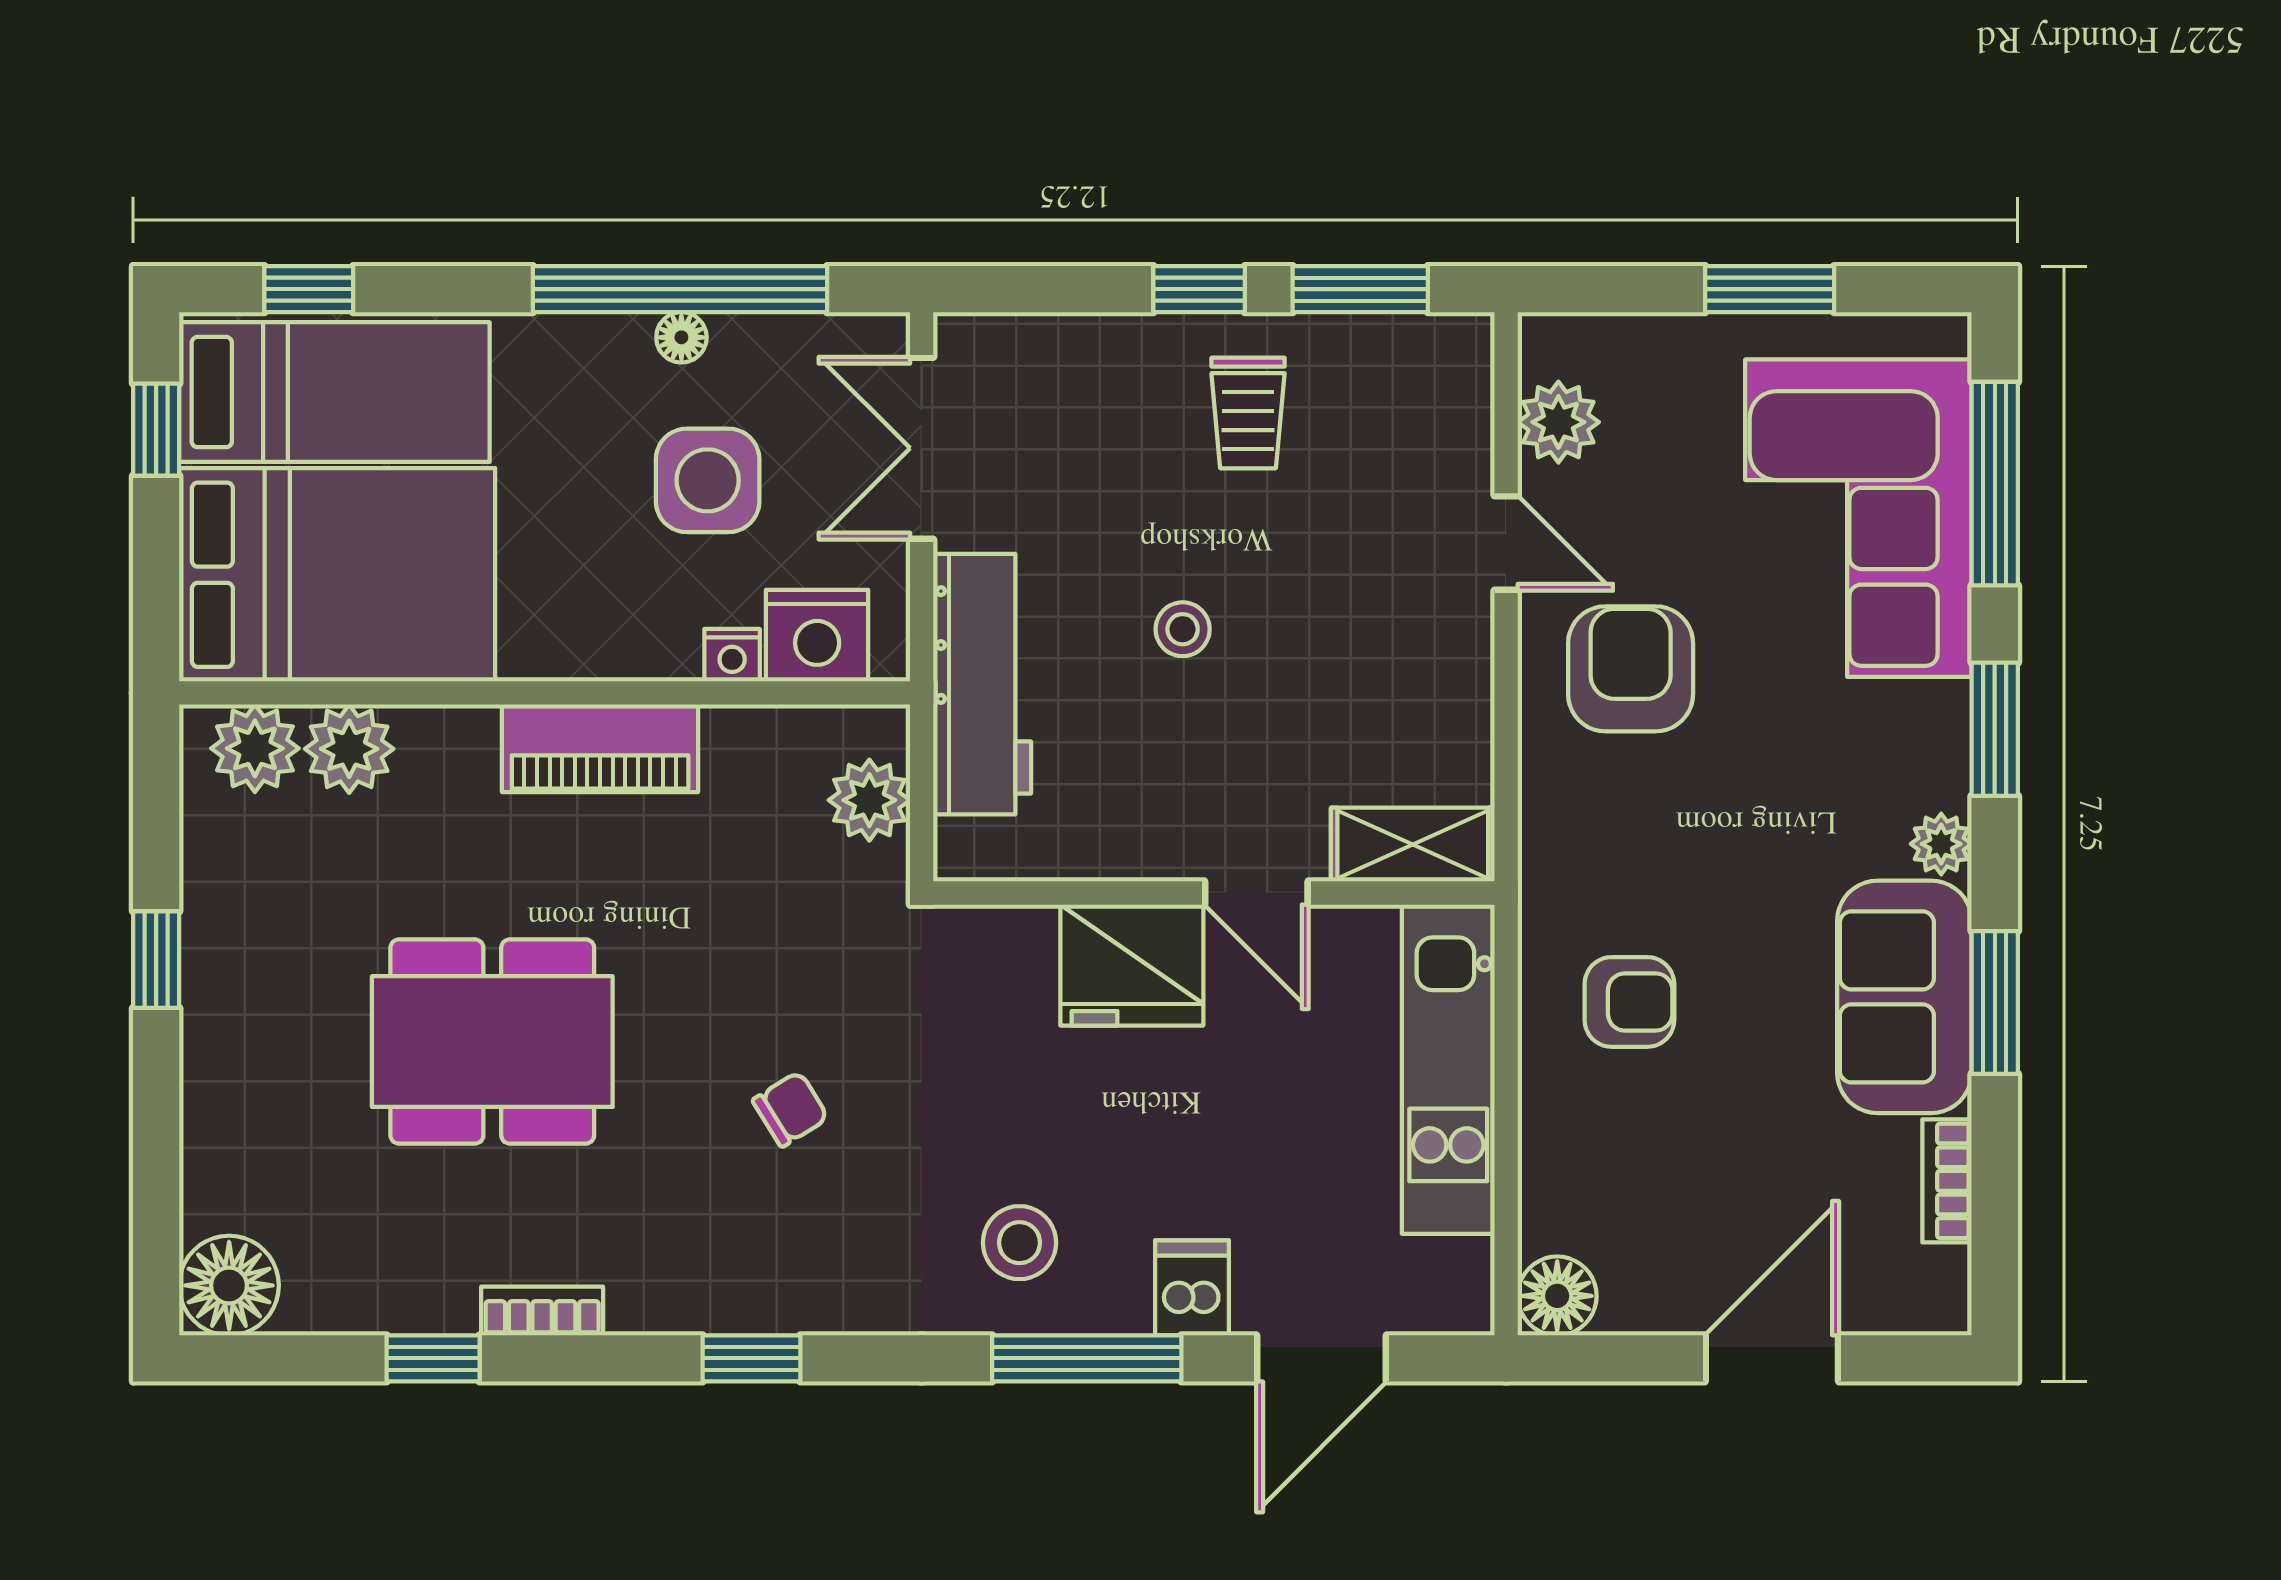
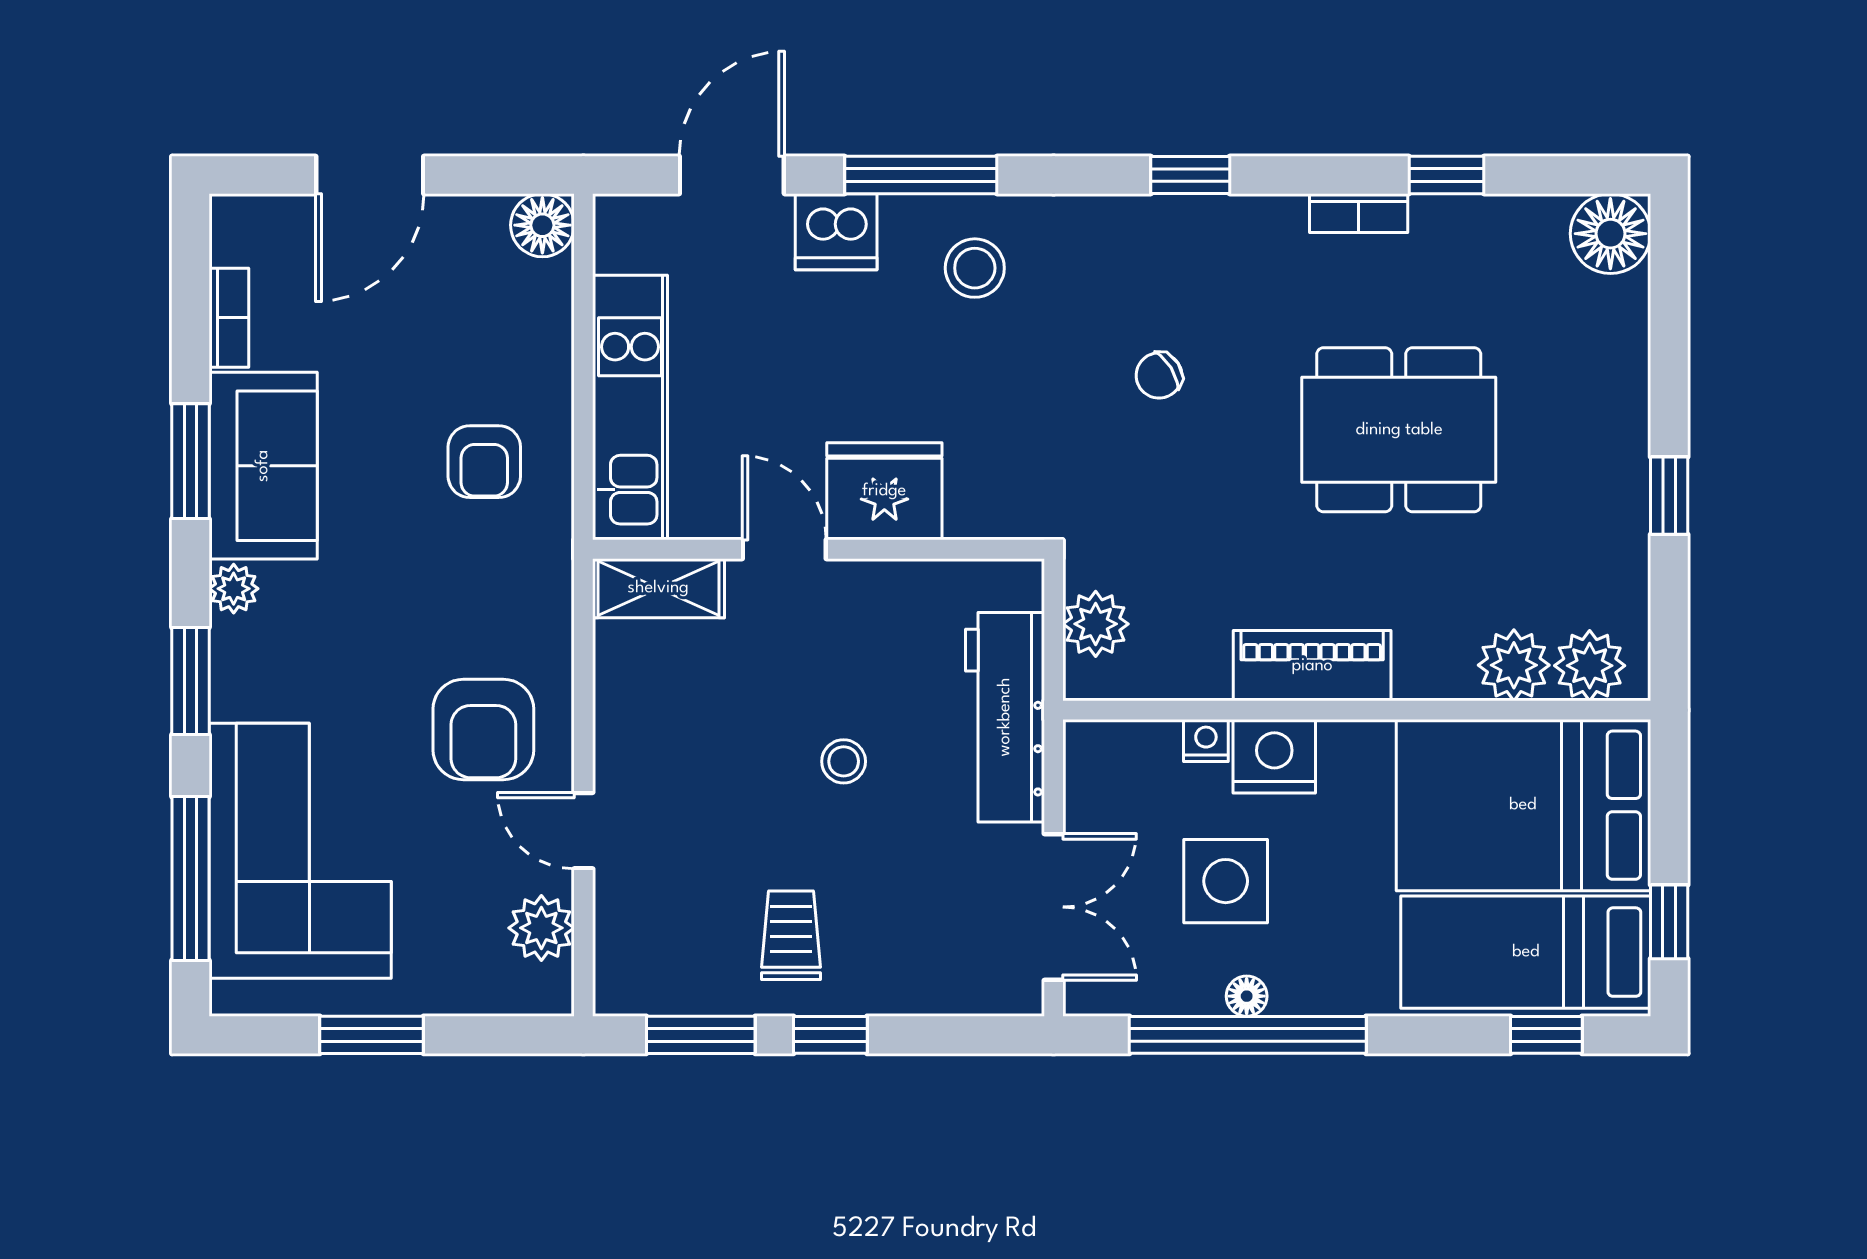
nightstand: (817, 636) -> (1274, 756), moved
armchair: (1629, 1002) -> (484, 462), turned -90
dishwasher: (1192, 1288) -> (836, 232), width x1.38

